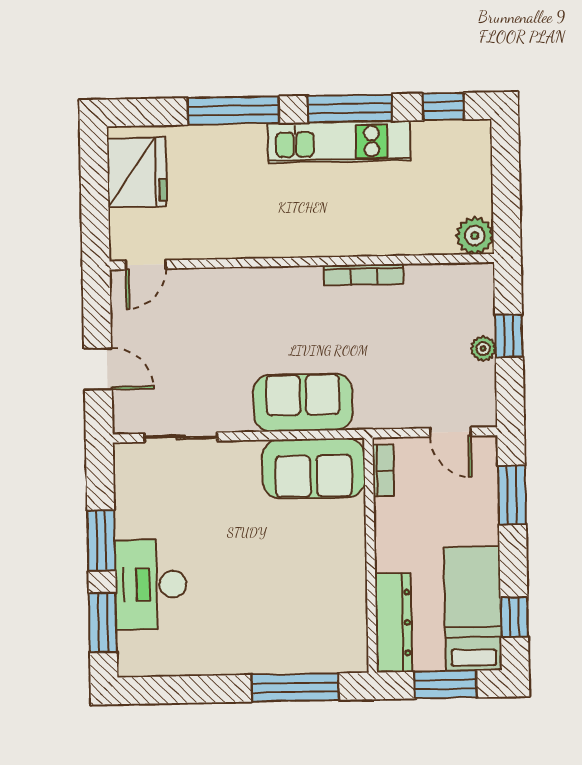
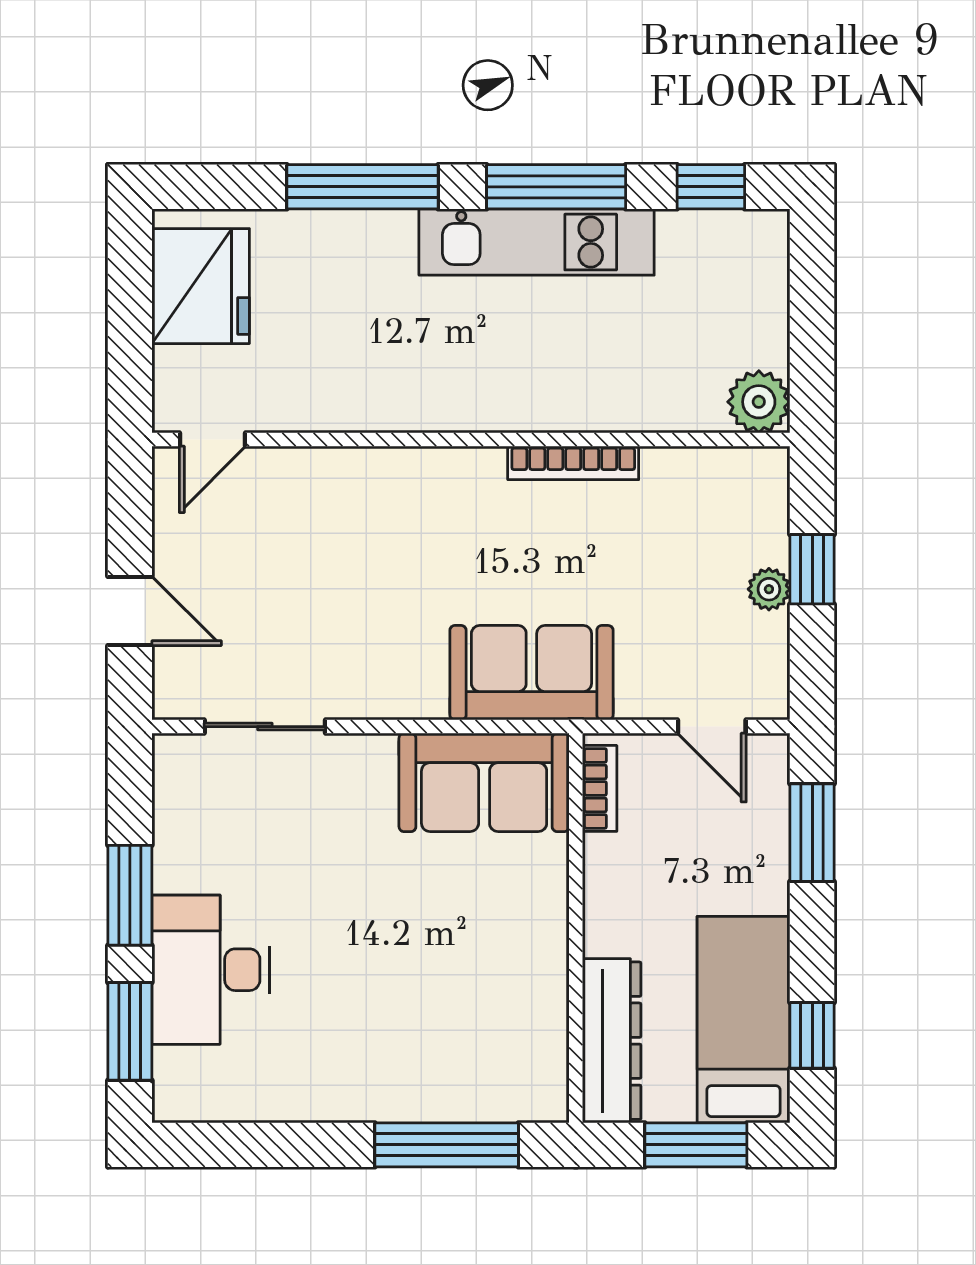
sofa: (303, 402) -> (531, 673), moved

